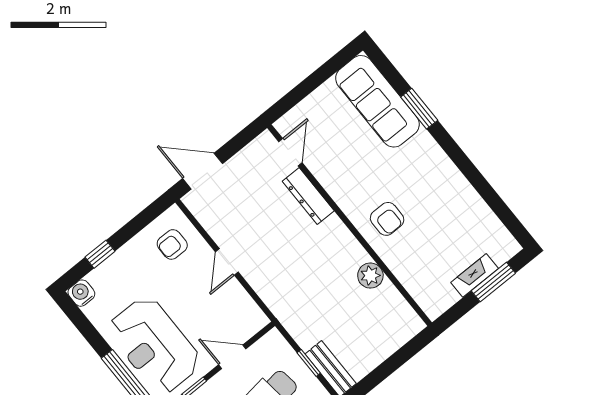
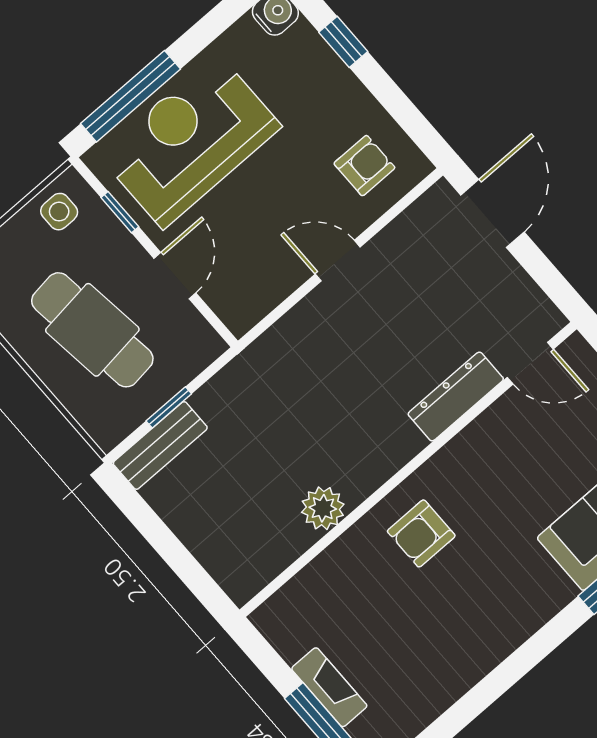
armchair: (172, 244) -> (364, 166), turned 90

